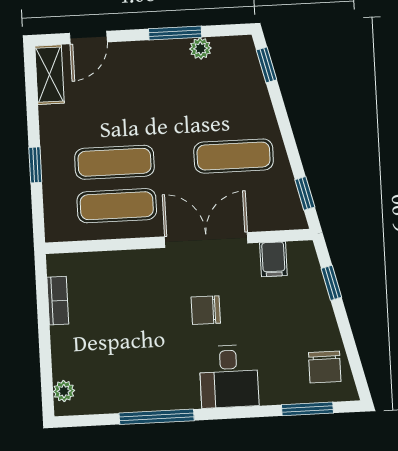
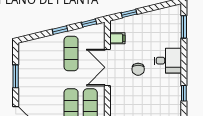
plant: (200, 48) -> (23, 66), removed
window: (267, 65) -> (60, 30), moved
chair: (325, 367) -> (166, 18), removed
window: (157, 417) -> (184, 93), width x0.46

